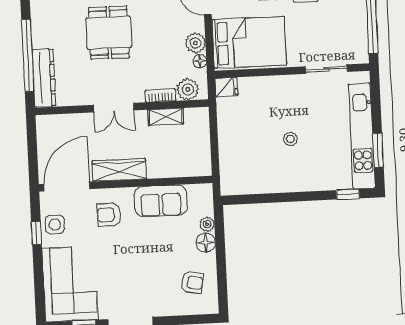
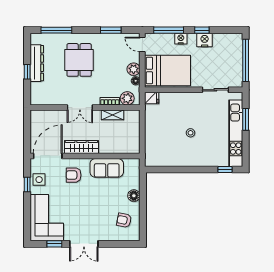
window: (28, 55) -> (27, 72), width x0.32
dresser: (44, 78) -> (37, 63), moved
window: (378, 150) -> (246, 119), moved
plant: (207, 224) -> (135, 184), removed
armchair: (192, 282) -> (124, 220), turned 180

